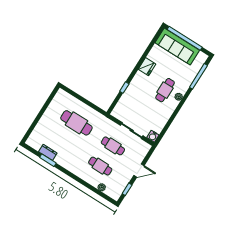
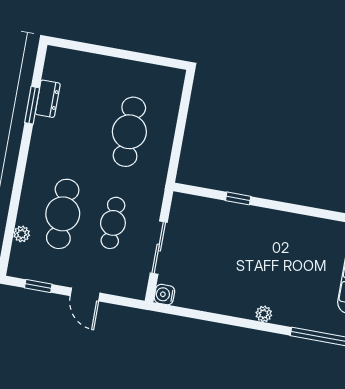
fridge: (147, 67) -> (298, 227), removed
cafe table: (165, 90) -> (266, 281), removed
cafe table: (100, 166) -> (63, 214), width x1.37, depth x1.35

